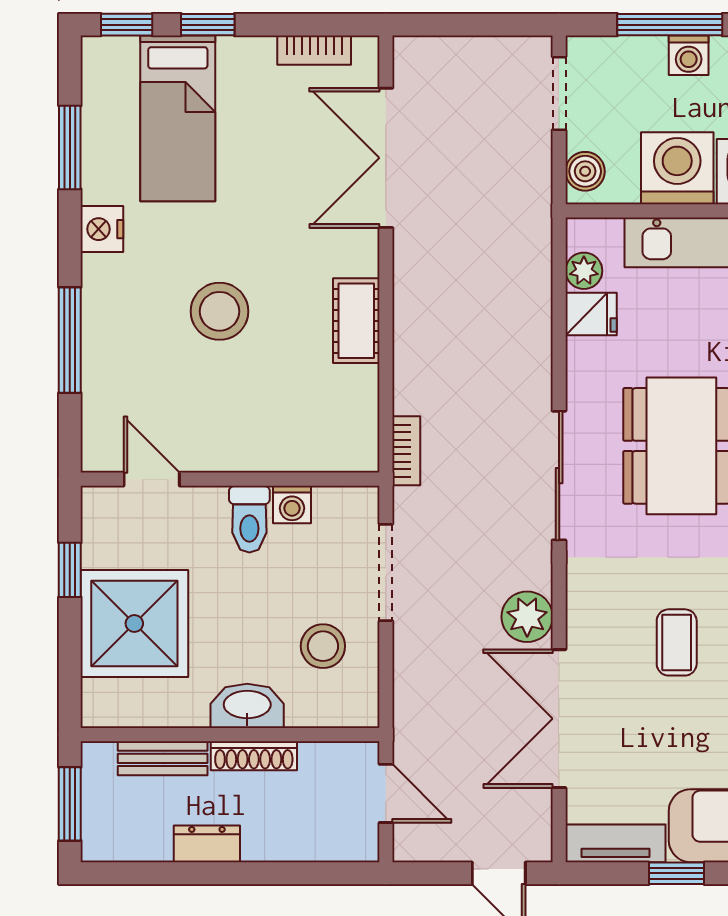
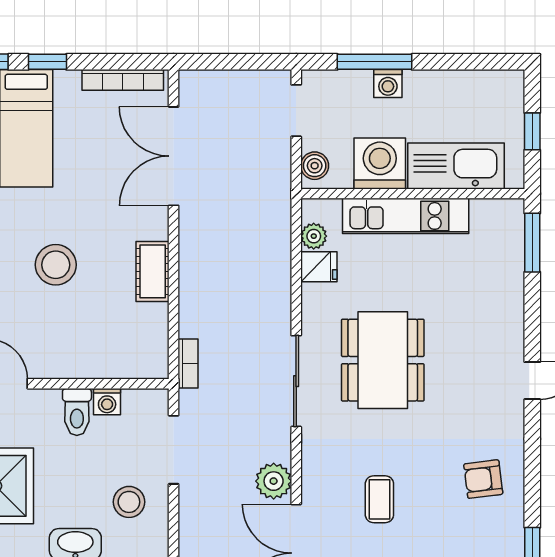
bookcase: (314, 50) -> (123, 80), width x1.56

